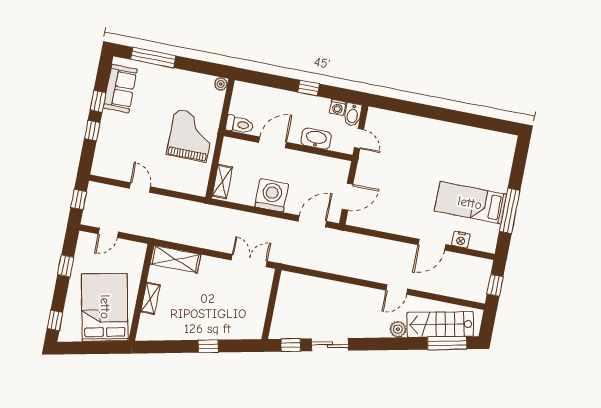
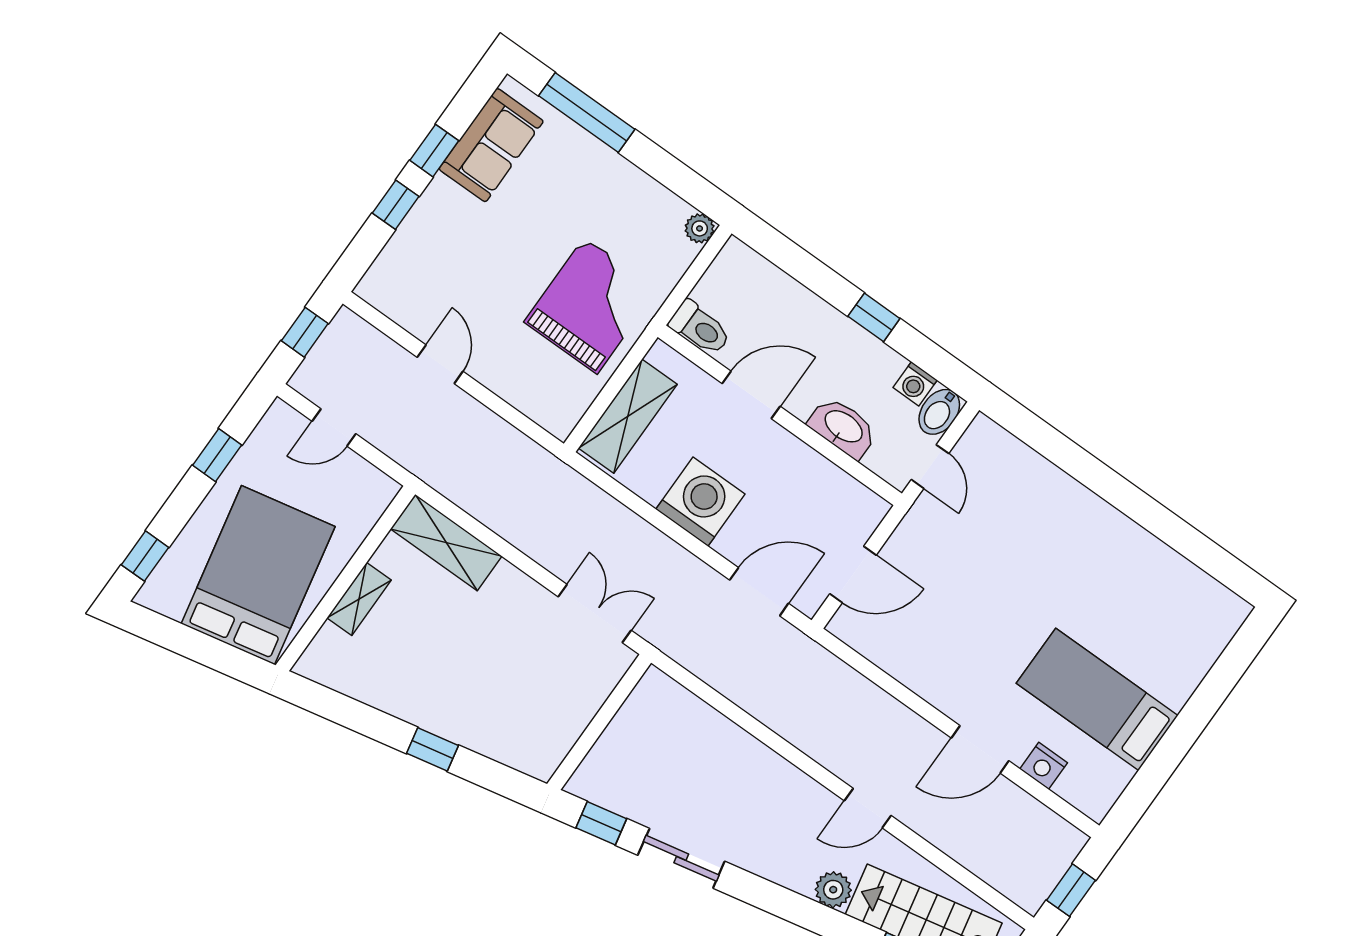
shelving: (222, 182) -> (628, 416), width x1.50, depth x1.33
window: (510, 211) -> (1169, 752), removed

